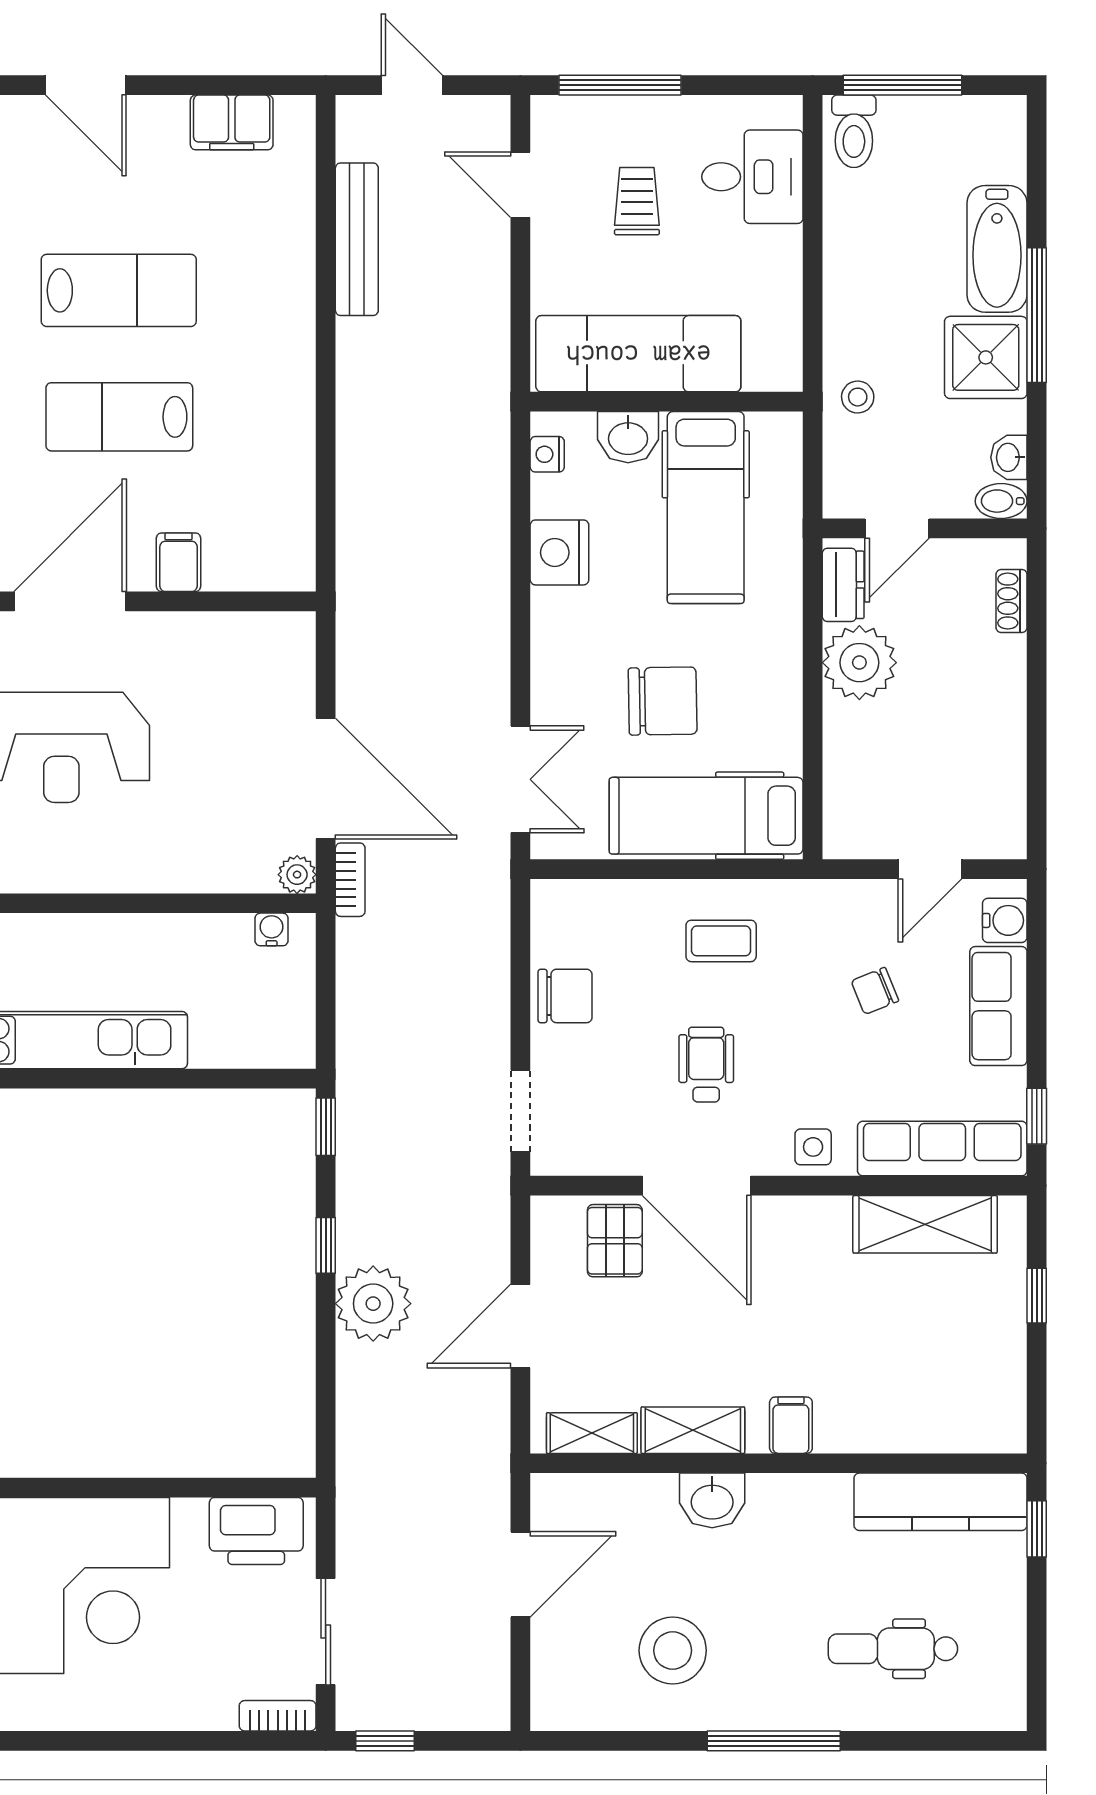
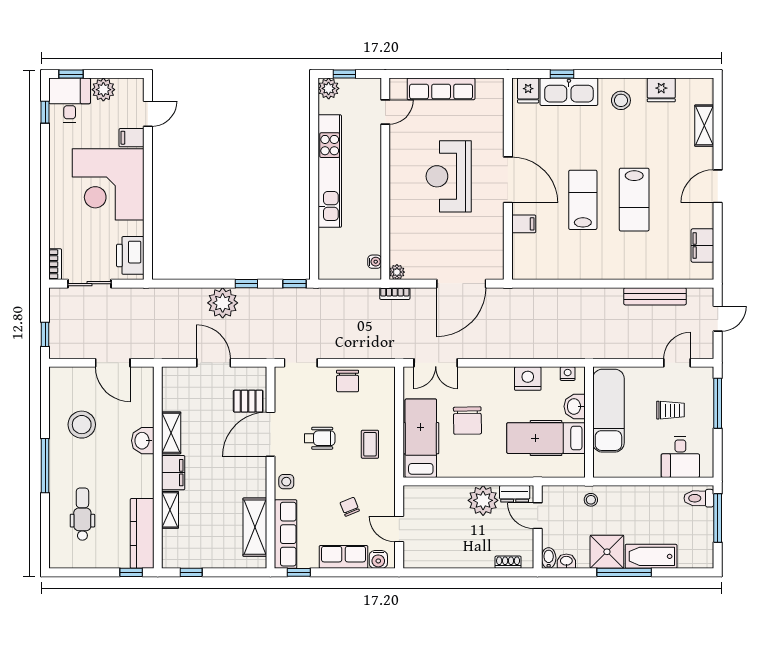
door: (326, 779) -> (461, 284), moved
window: (1037, 1296) -> (191, 572), moved
filing cabinet: (791, 1425) -> (173, 473), width x2.00
shelving: (592, 1433) -> (170, 510), moved
window: (385, 1741) -> (45, 334), moved

